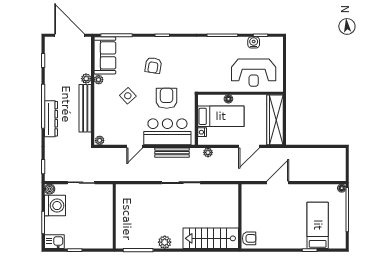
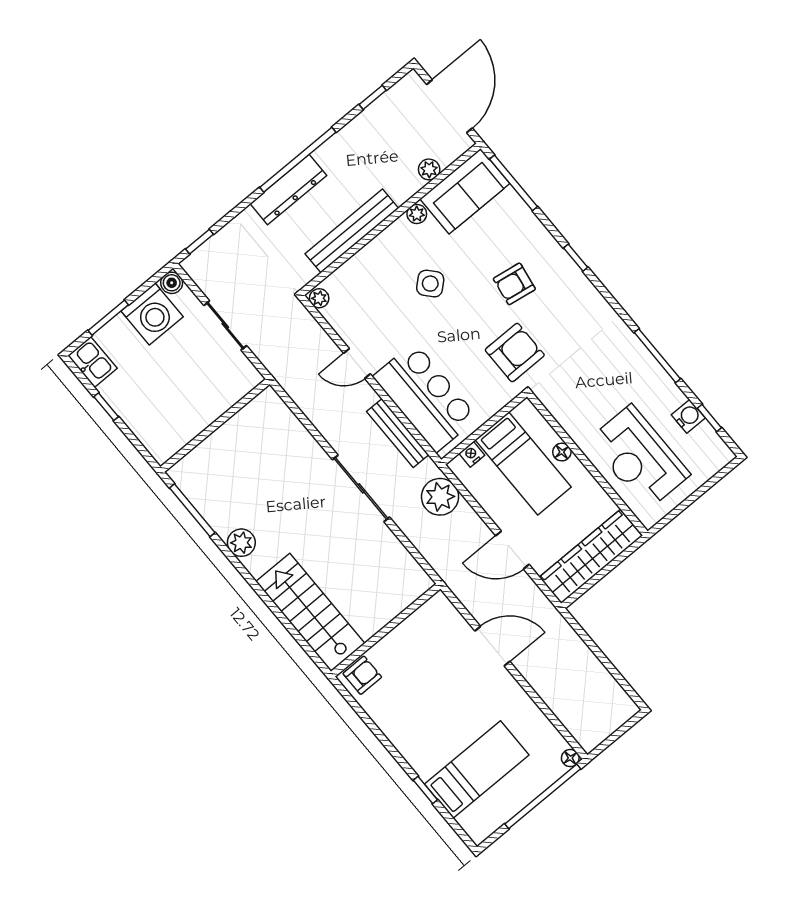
plant: (86, 79) -> (429, 169), moved
armchair: (167, 98) -> (515, 352), moved
plant: (208, 152) -> (440, 497), width x1.87, depth x1.87
armchair: (249, 238) -> (362, 675), turned -90

